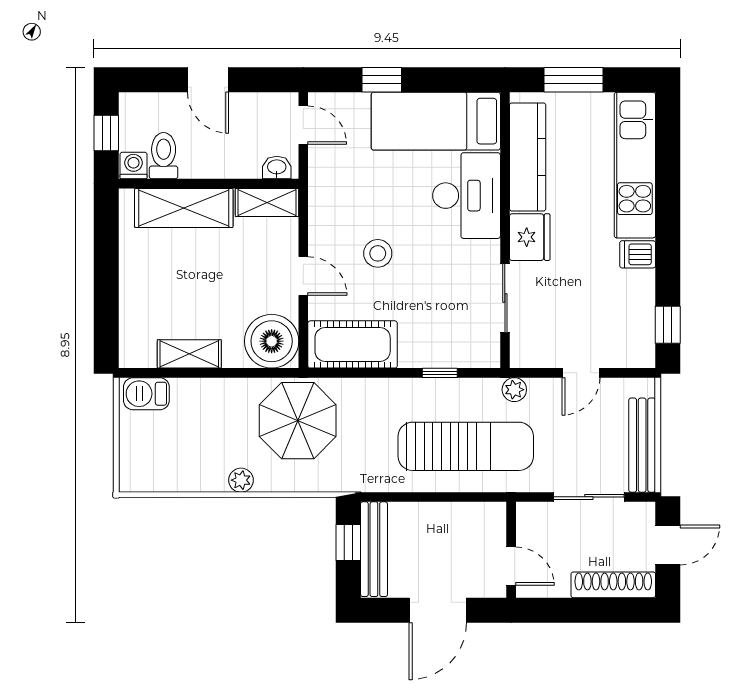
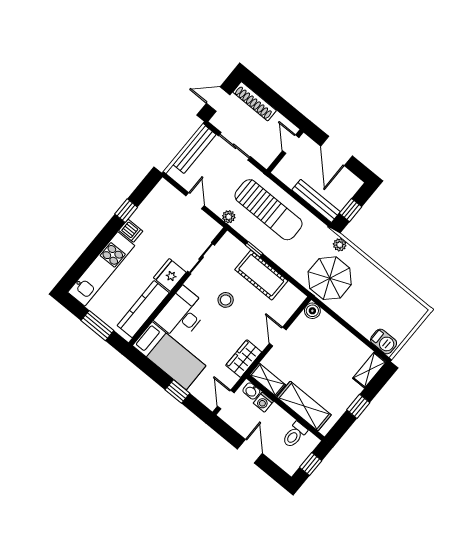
washing machine: (133, 165) -> (263, 402), moved
wardrobe: (326, 205) -> (244, 359), added
stool: (378, 253) -> (226, 300), moved
window: (106, 271) -> (358, 406), added
window: (668, 325) -> (126, 211), moved
boiler: (272, 341) -> (312, 311), width x0.54, depth x0.54
cot: (353, 344) -> (261, 275), moved
shelving: (189, 354) -> (369, 370), moved, turned 90
door: (581, 373) -> (195, 201), hinge flipped
sun lounger: (466, 446) -> (268, 210), turned 180
plant: (241, 480) -> (340, 245), moved
bench: (374, 549) -> (316, 201), moved, turned 90
door: (438, 610) -> (336, 151), swing flipped

